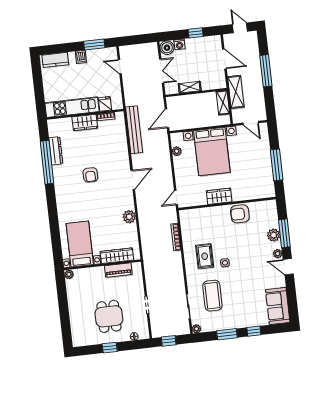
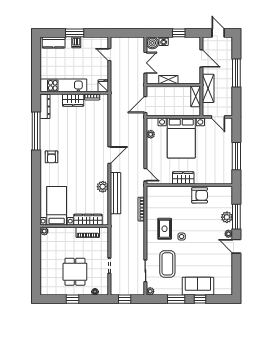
window: (94, 44) -> (75, 33), moved
fridge: (105, 104) -> (103, 86), moved
bench: (134, 130) -> (115, 193), moved
dresser: (56, 151) -> (45, 106), moved
armchair: (90, 175) -> (51, 157), moved
door: (176, 198) -> (145, 175), swing flipped
armchair: (240, 214) -> (200, 195), turned 180
sofa: (278, 306) -> (198, 286), moved, turned 90

